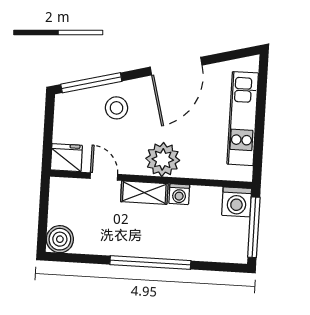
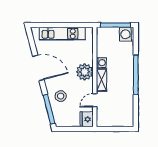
washing machine: (237, 202) -> (127, 34), moved, turned 180
boiler: (60, 239) -> (127, 120), removed

